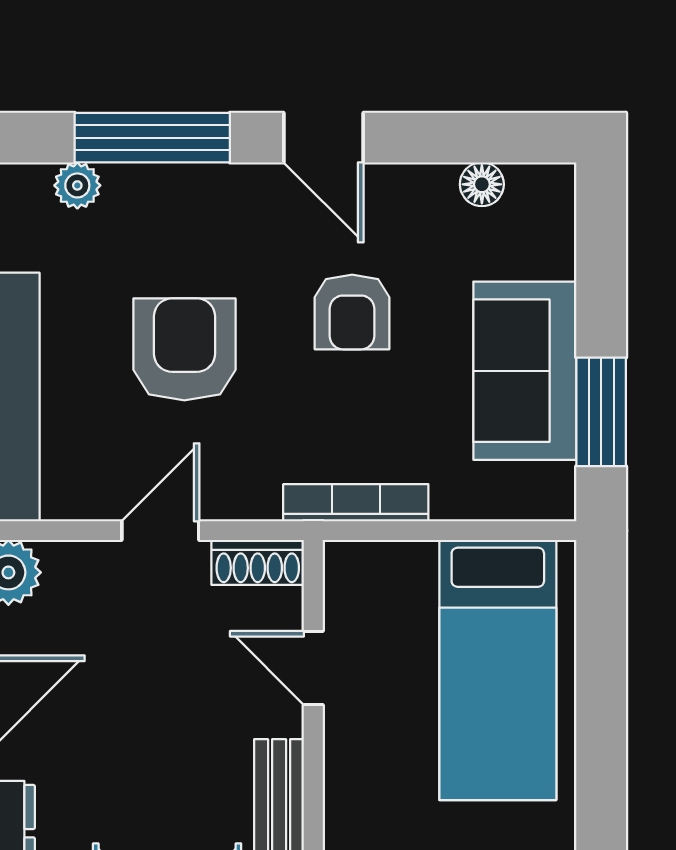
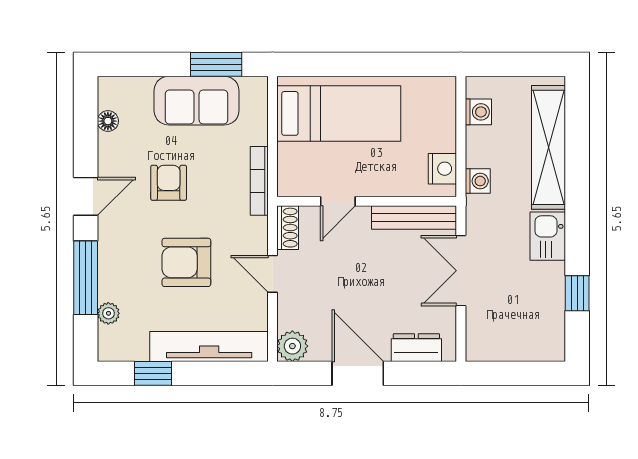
armchair: (352, 312) -> (169, 183), turned -90

